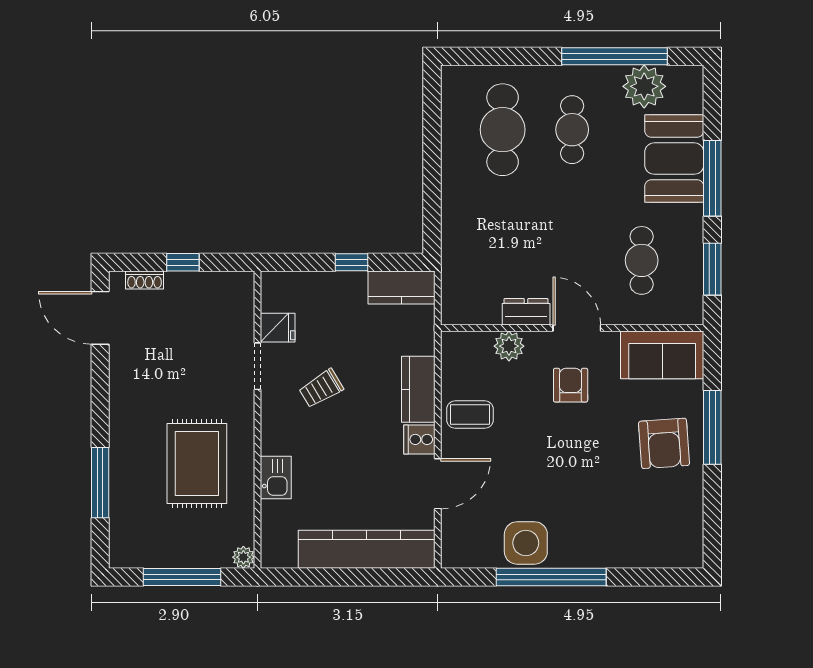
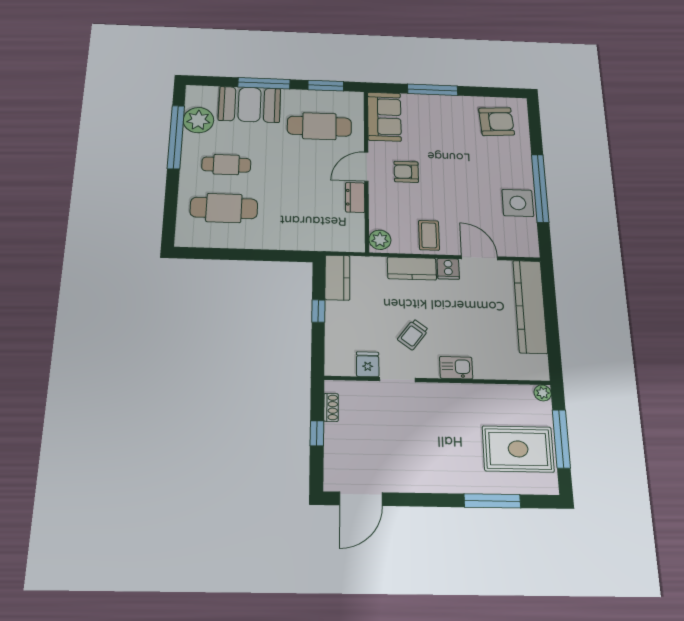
cafe table: (642, 260) -> (319, 126), width x1.37, depth x1.35
shoe rack: (145, 280) -> (331, 407), moved
plant: (509, 346) -> (380, 240), moved
trolley: (321, 388) -> (413, 335), turned 68
armchair: (664, 443) -> (497, 122), moved
rug: (197, 464) -> (518, 449), moved
kitchen sink: (276, 477) -> (456, 368), moved

